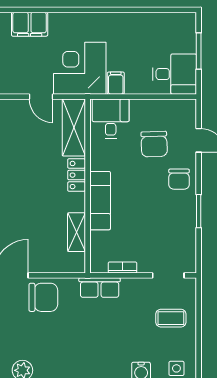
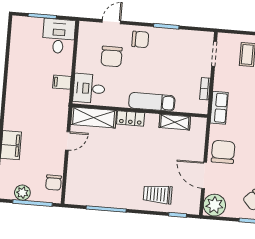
corner desk: (80, 68) -> (48, 109), removed
chair: (154, 144) -> (112, 56), turned 92

